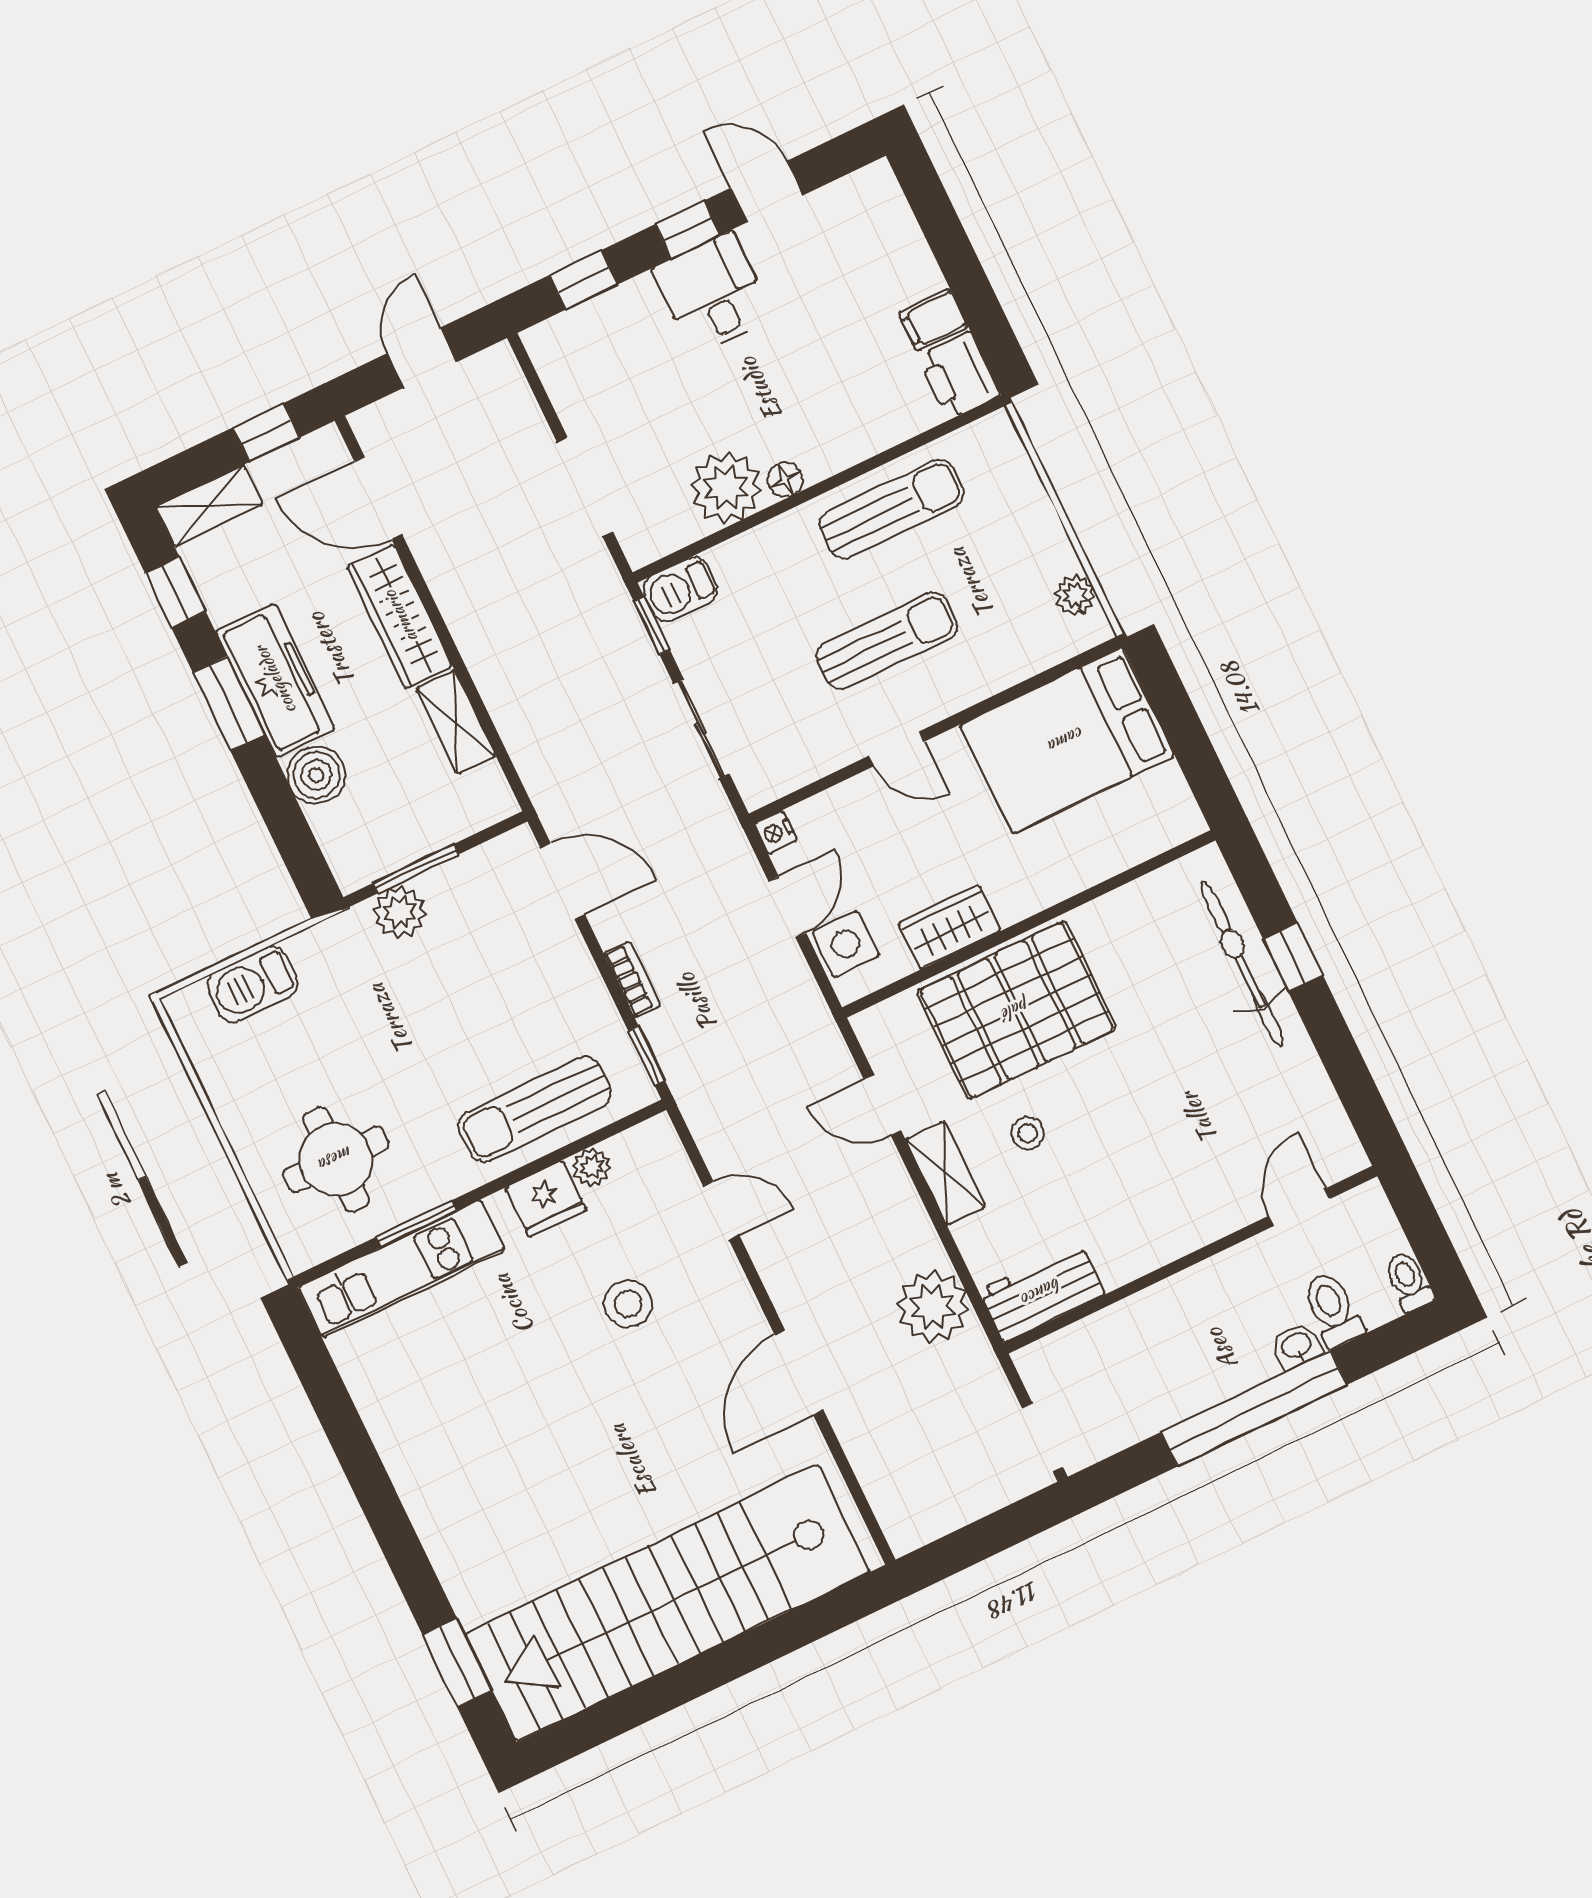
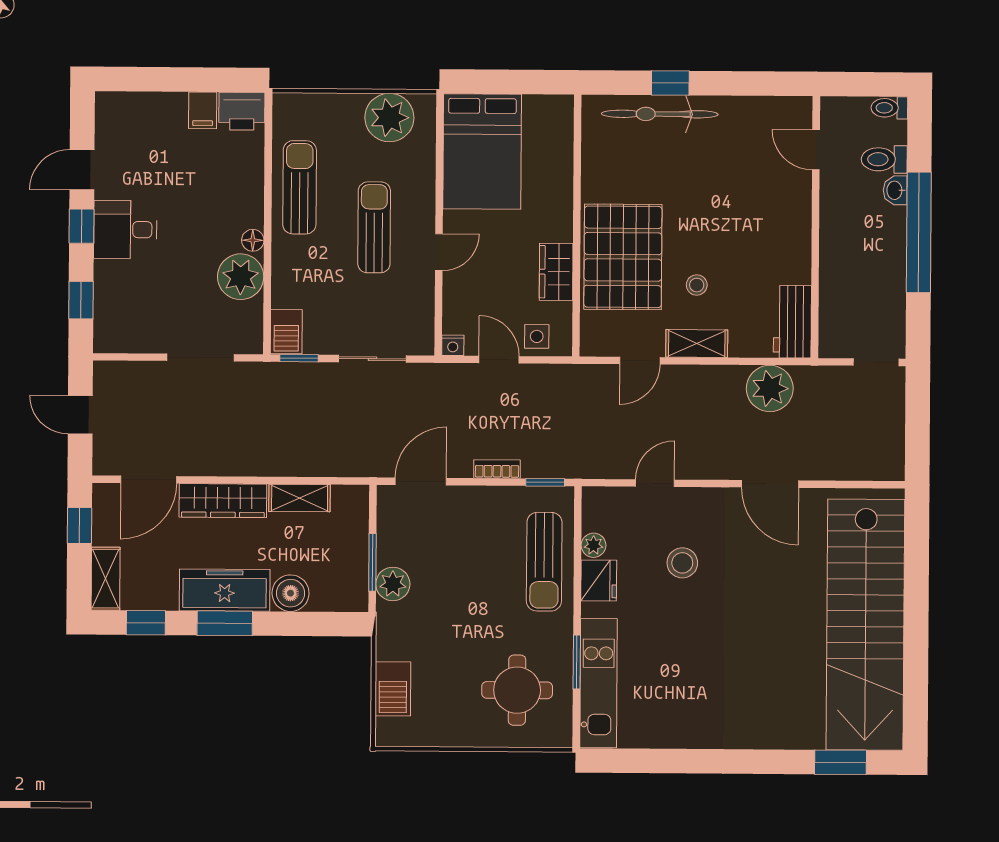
plant: (1075, 595) -> (389, 118), width x1.87, depth x1.87
side table: (846, 944) -> (537, 336), width x0.73, depth x0.73

